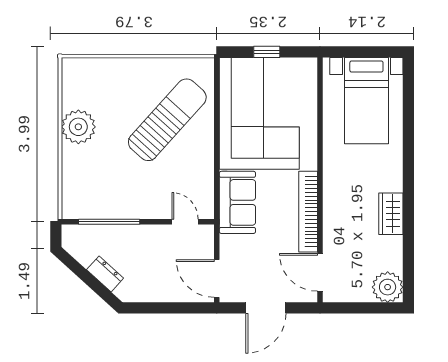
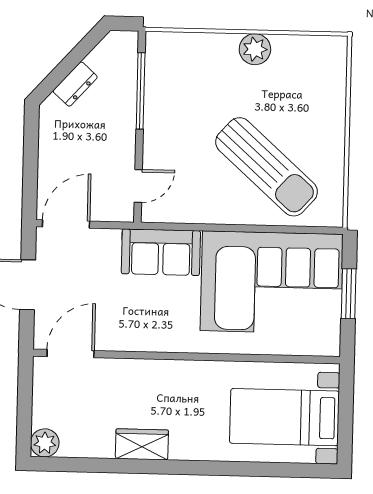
window: (267, 52) -> (349, 294), width x1.50
plant: (78, 127) -> (255, 49), width x0.73, depth x0.73
bookcase: (308, 212) -> (147, 341), removed
plant: (388, 287) -> (45, 443), width x0.73, depth x0.73

